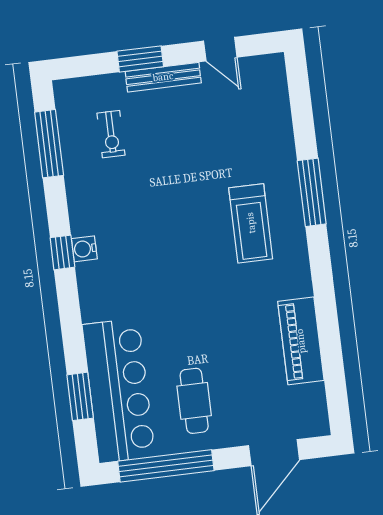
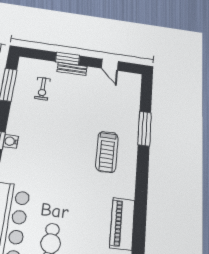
bench: (163, 77) -> (72, 69), width x0.73
window: (312, 192) -> (145, 129), moved

